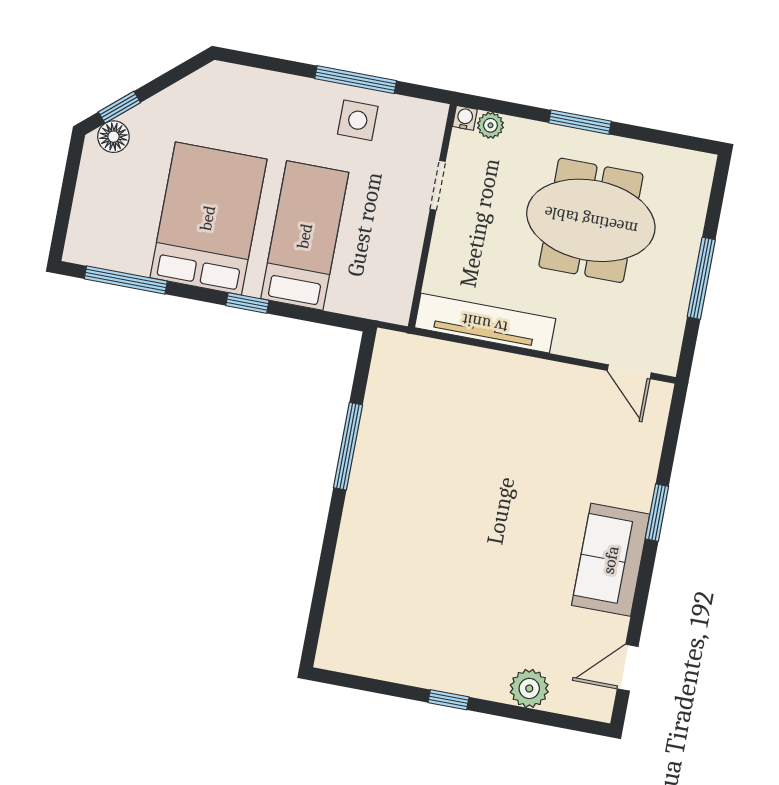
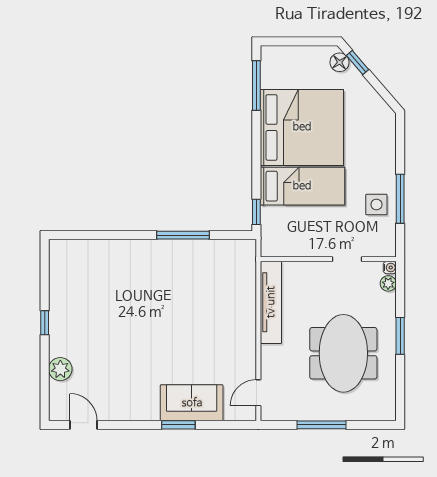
bed: (208, 218) -> (302, 127), width x1.36
window: (247, 303) -> (256, 212), moved
sofa: (611, 560) -> (192, 403), moved

